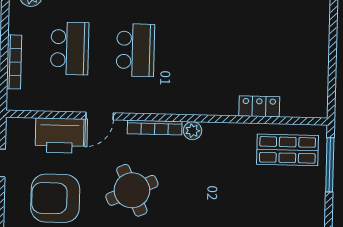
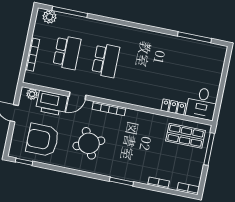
desk: (305, 92) -> (202, 103), added
plant: (193, 131) -> (32, 94), moved

